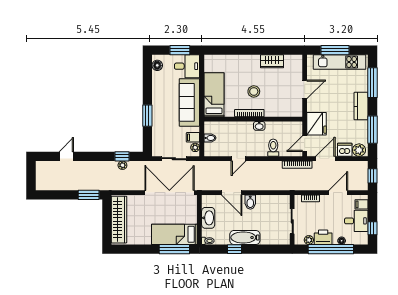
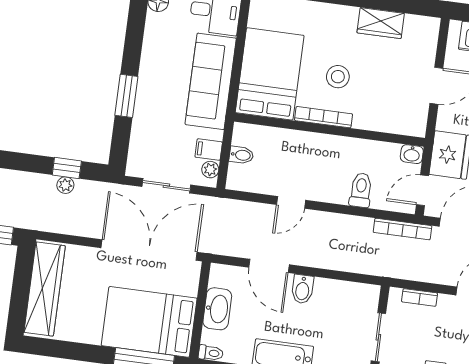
bed: (214, 95) -> (270, 74), width x1.50
washbasin: (259, 126) -> (412, 154), moved
bed: (174, 234) -> (149, 322), width x1.50

